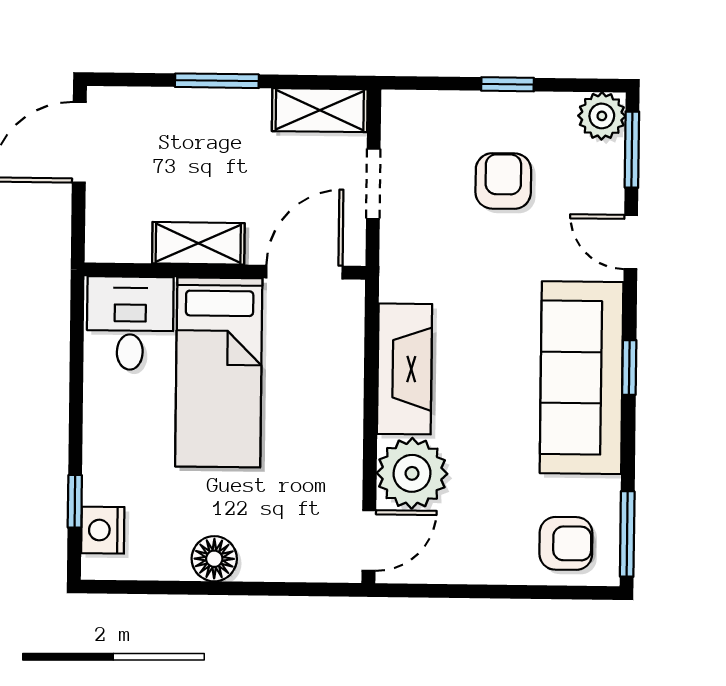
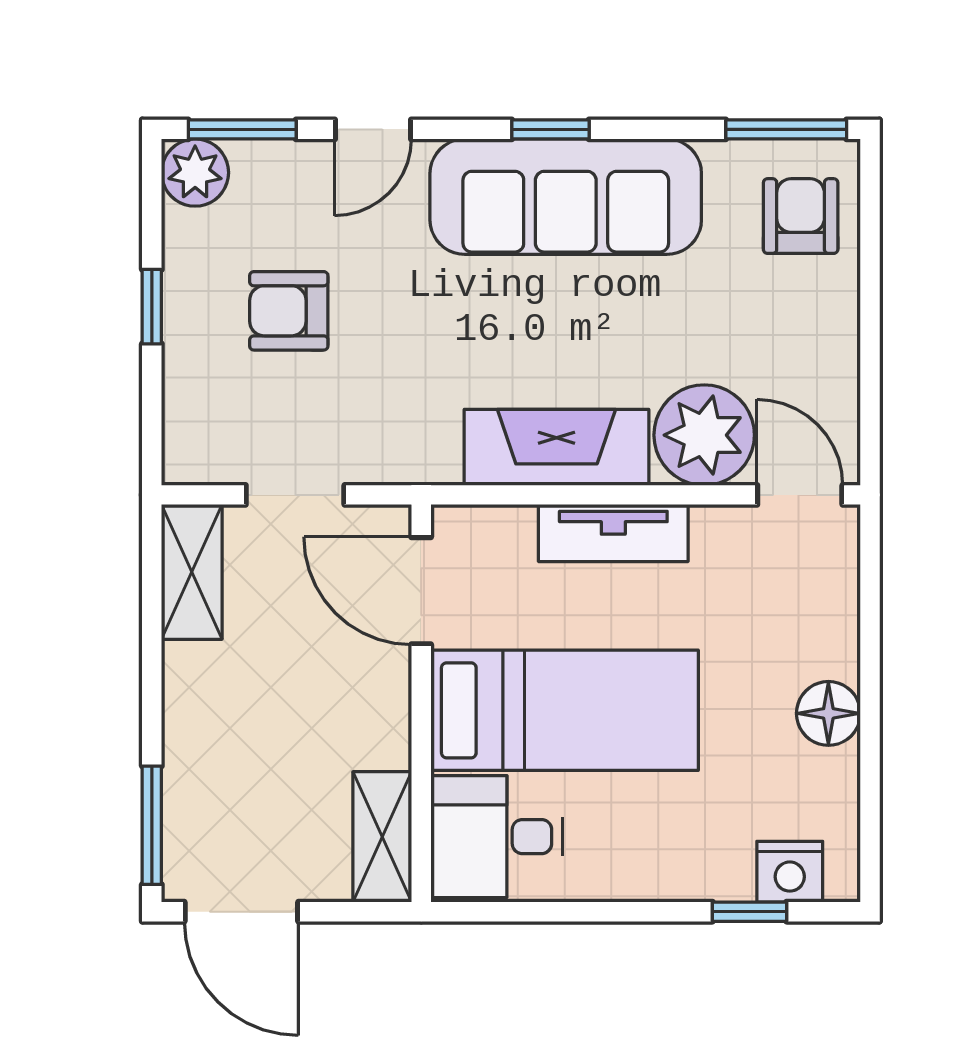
window: (217, 81) -> (152, 825), moved
shelving: (198, 243) -> (382, 837), moved
tv unit: (344, 408) -> (613, 533), added

